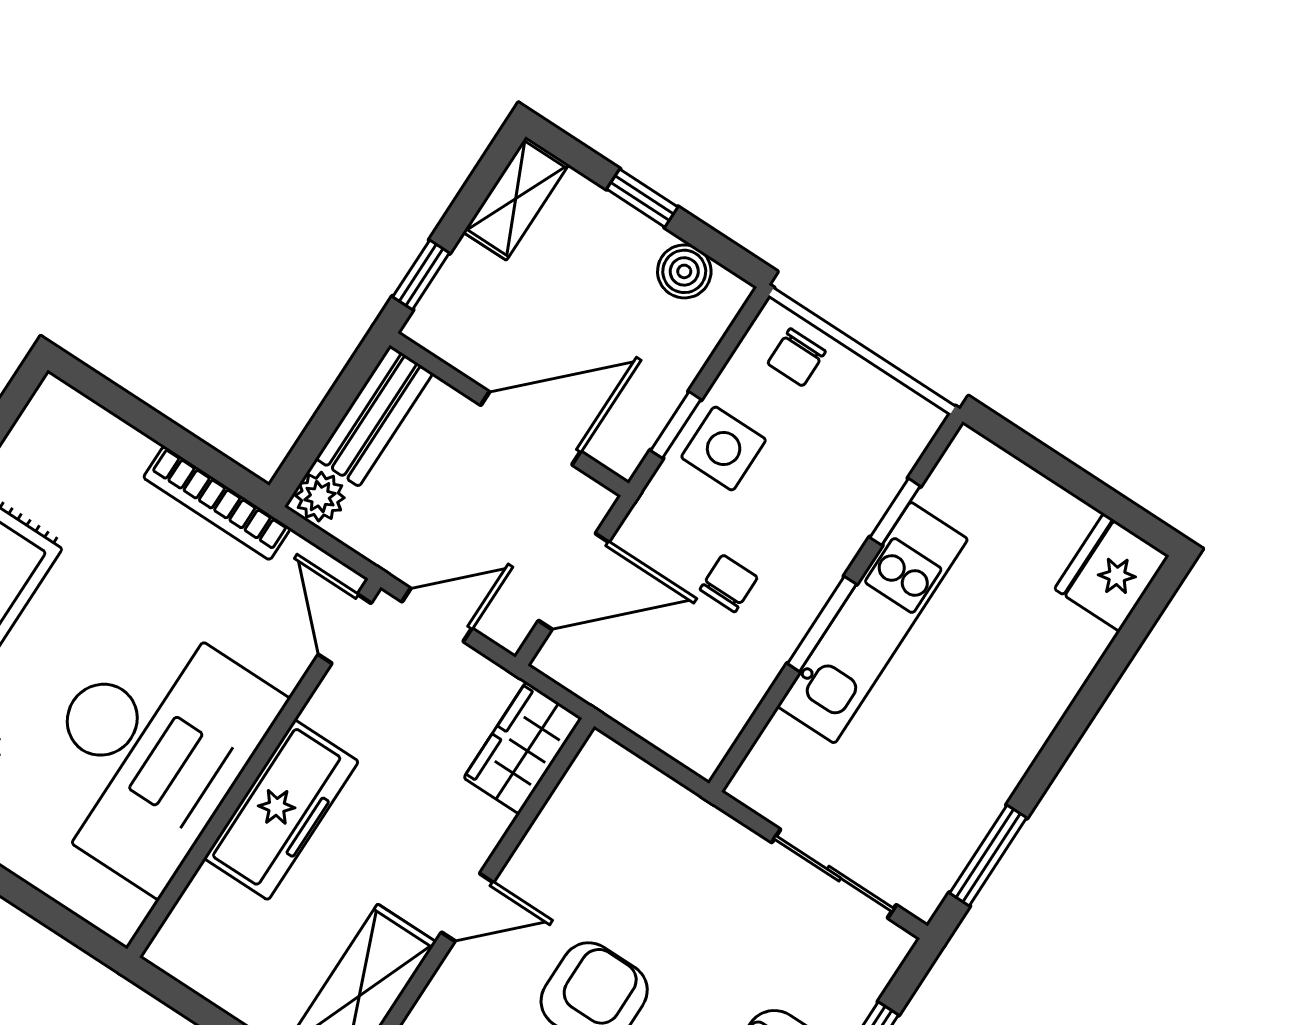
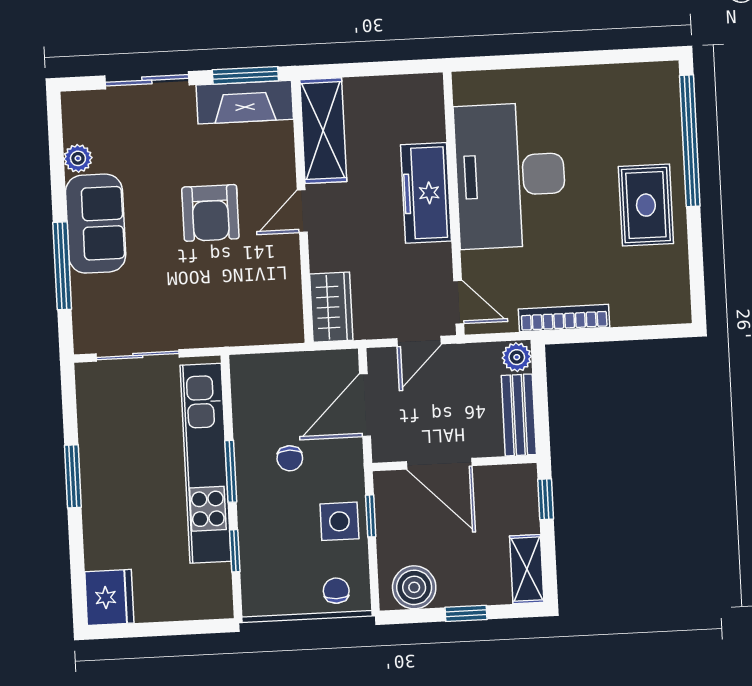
boiler: (684, 271) -> (414, 587), width x1.36, depth x1.36
door: (531, 428) -> (439, 464), hinge flipped
kitchen unit: (872, 623) -> (206, 463), width x1.36
window: (988, 855) -> (73, 476), moved

